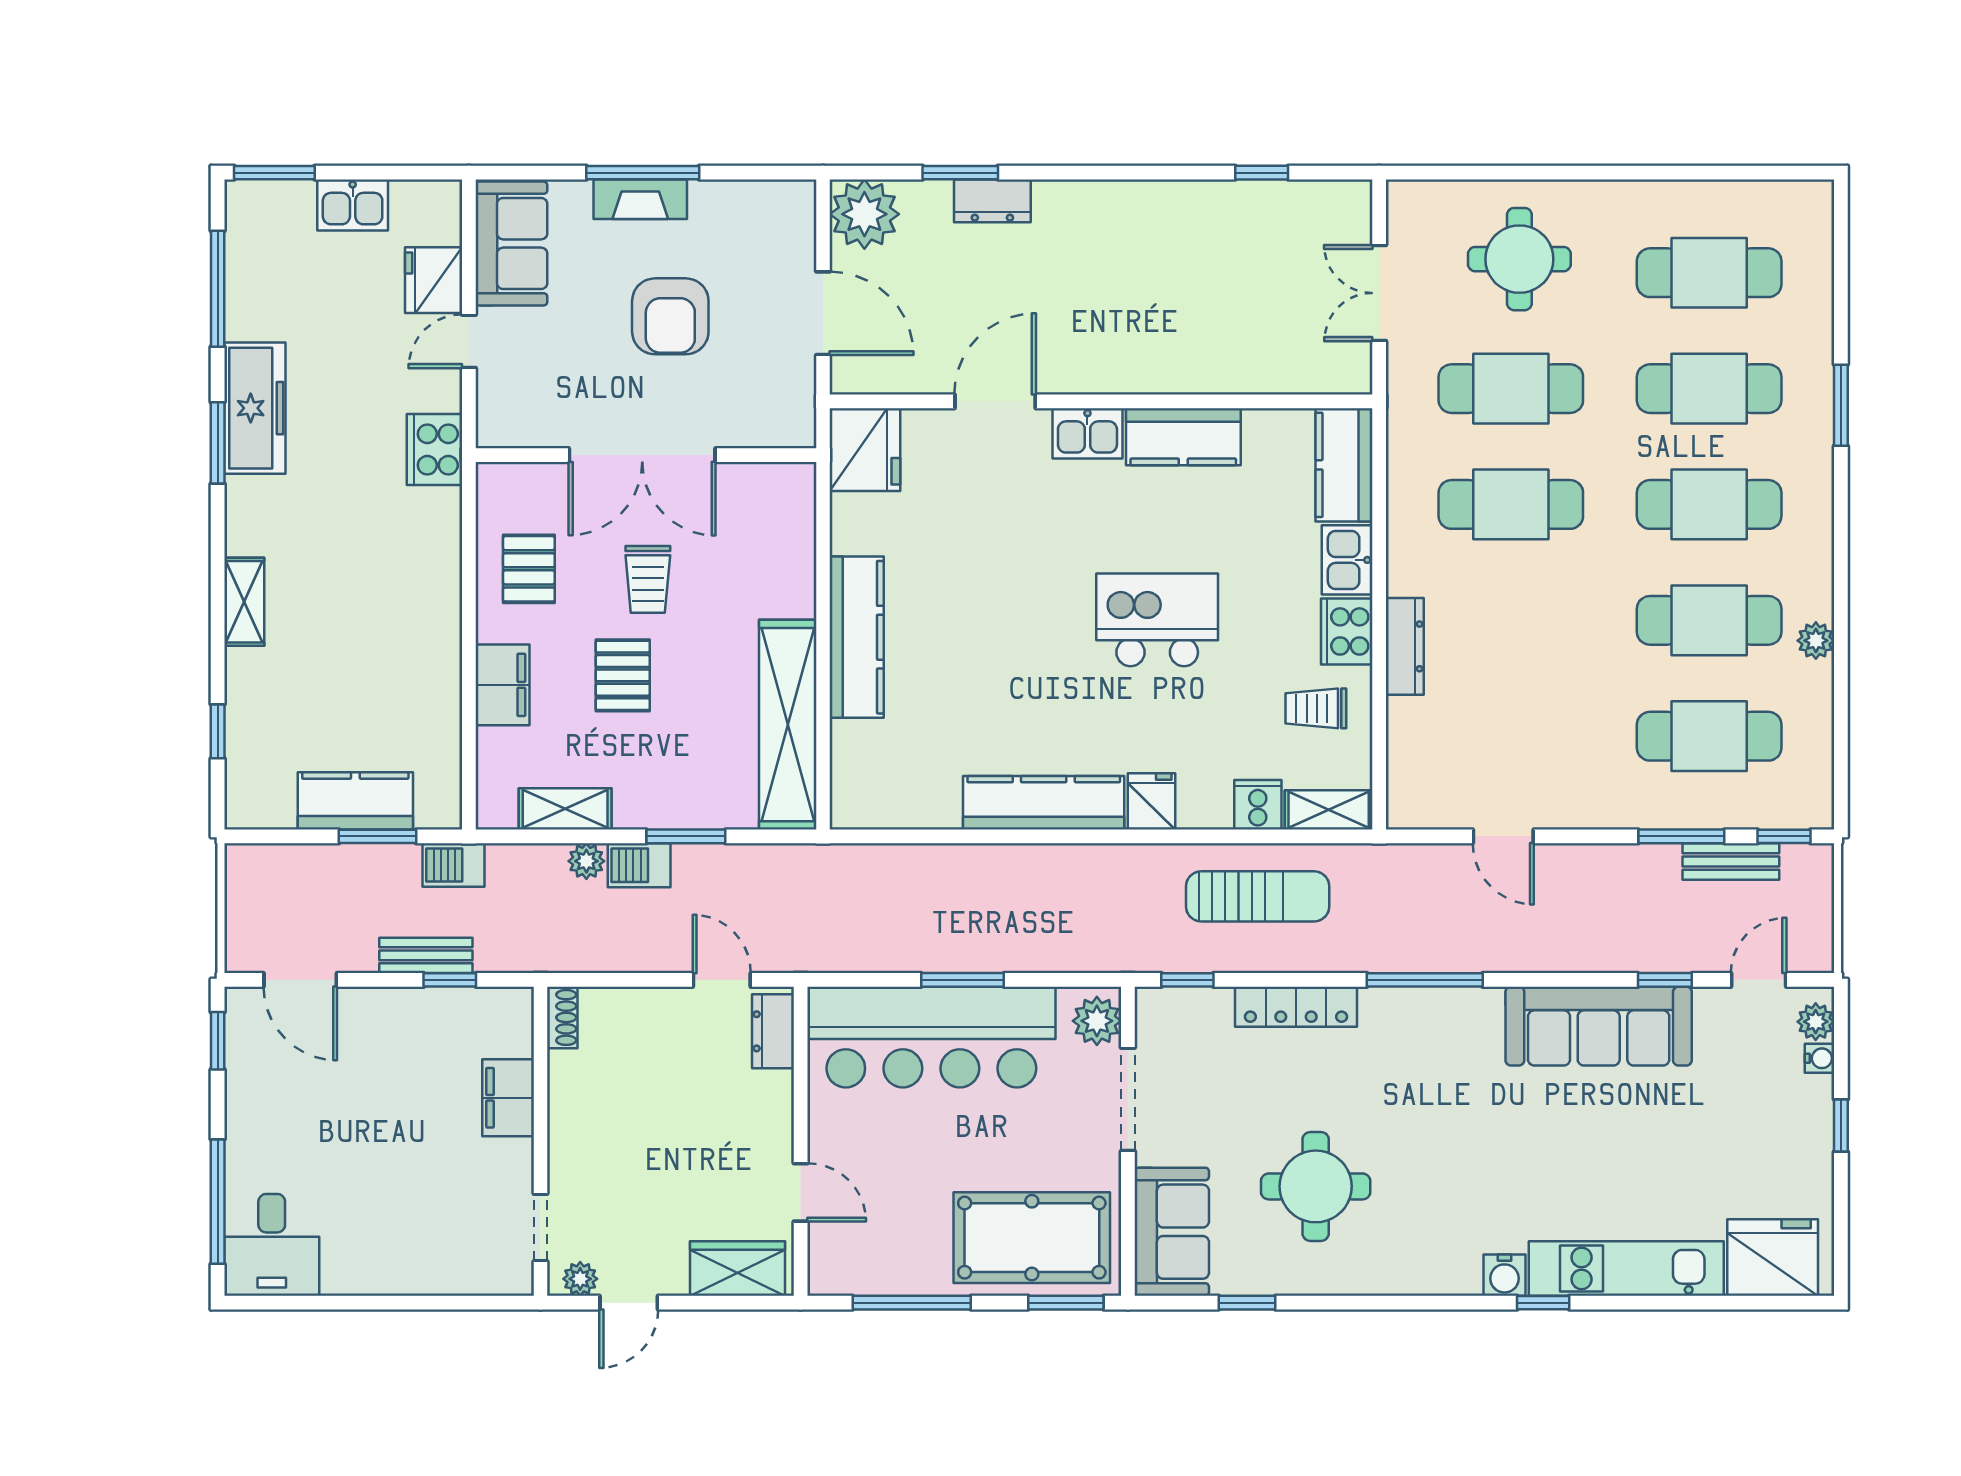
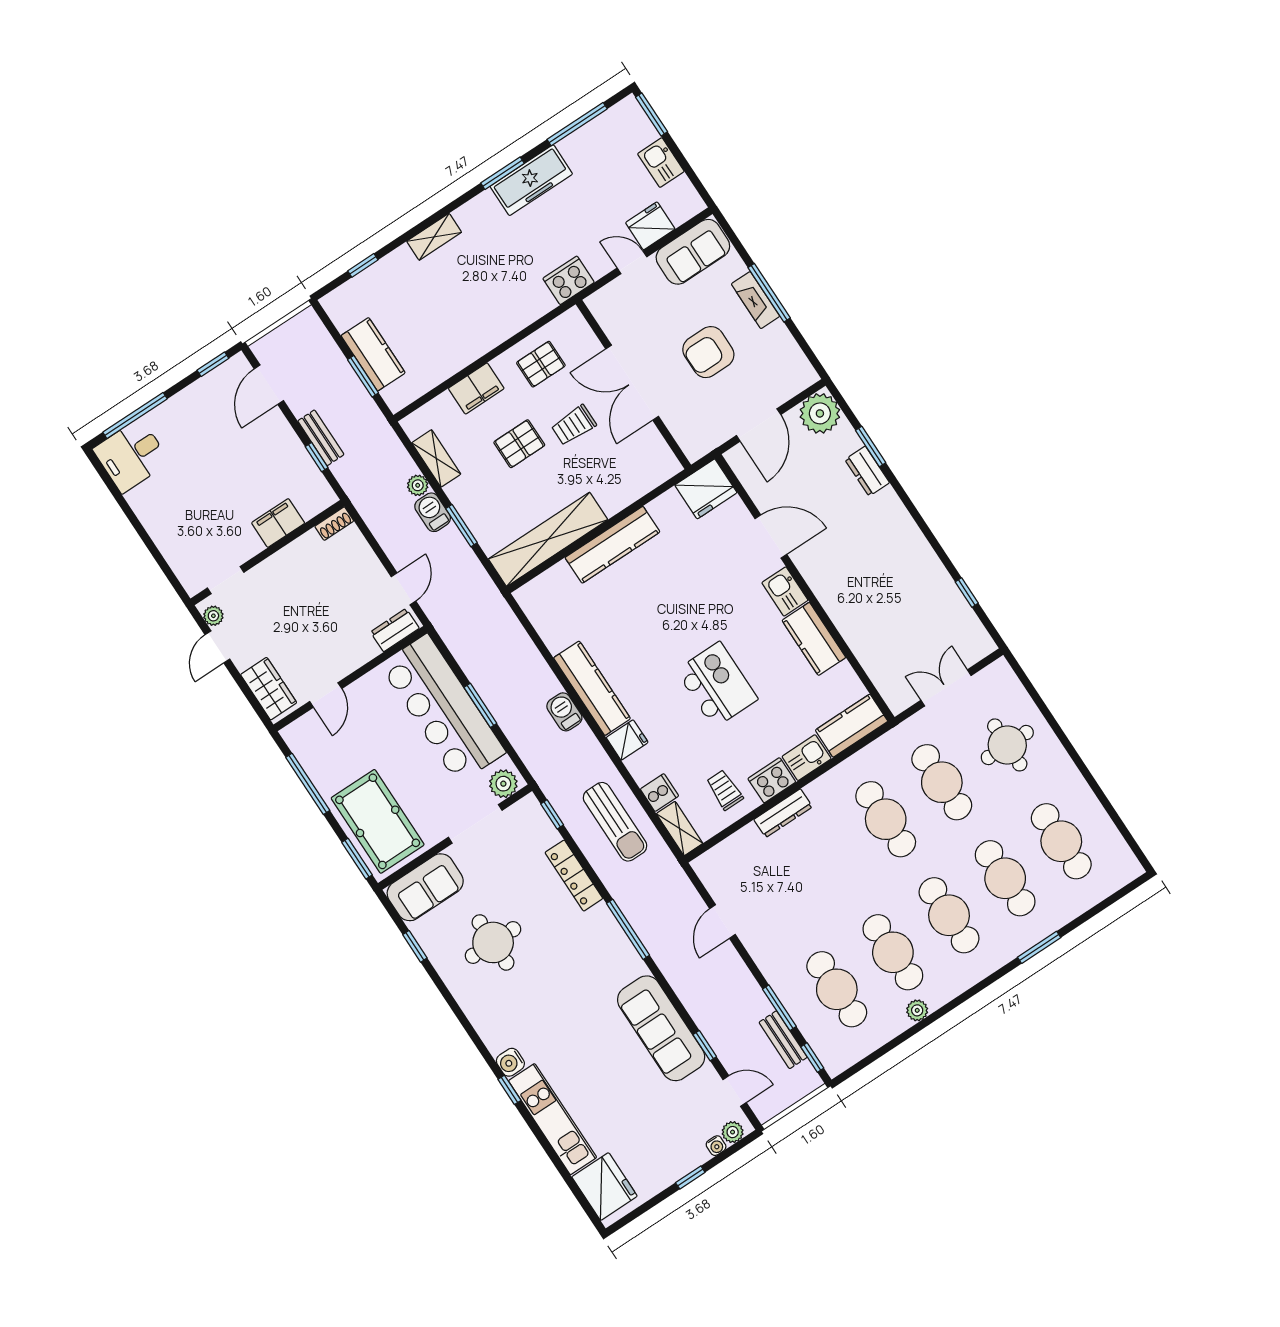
barbecue: (454, 865) -> (564, 712), moved
door: (629, 1303) -> (217, 647), hinge flipped

